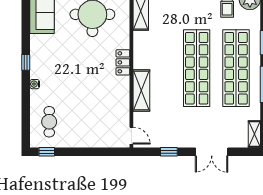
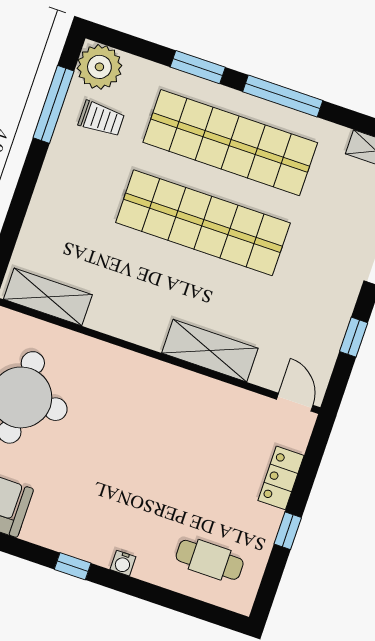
locker: (123, 62) -> (281, 478), moved, turned 90
door: (131, 136) -> (295, 402), hinge flipped
window: (47, 152) -> (288, 531), moved

